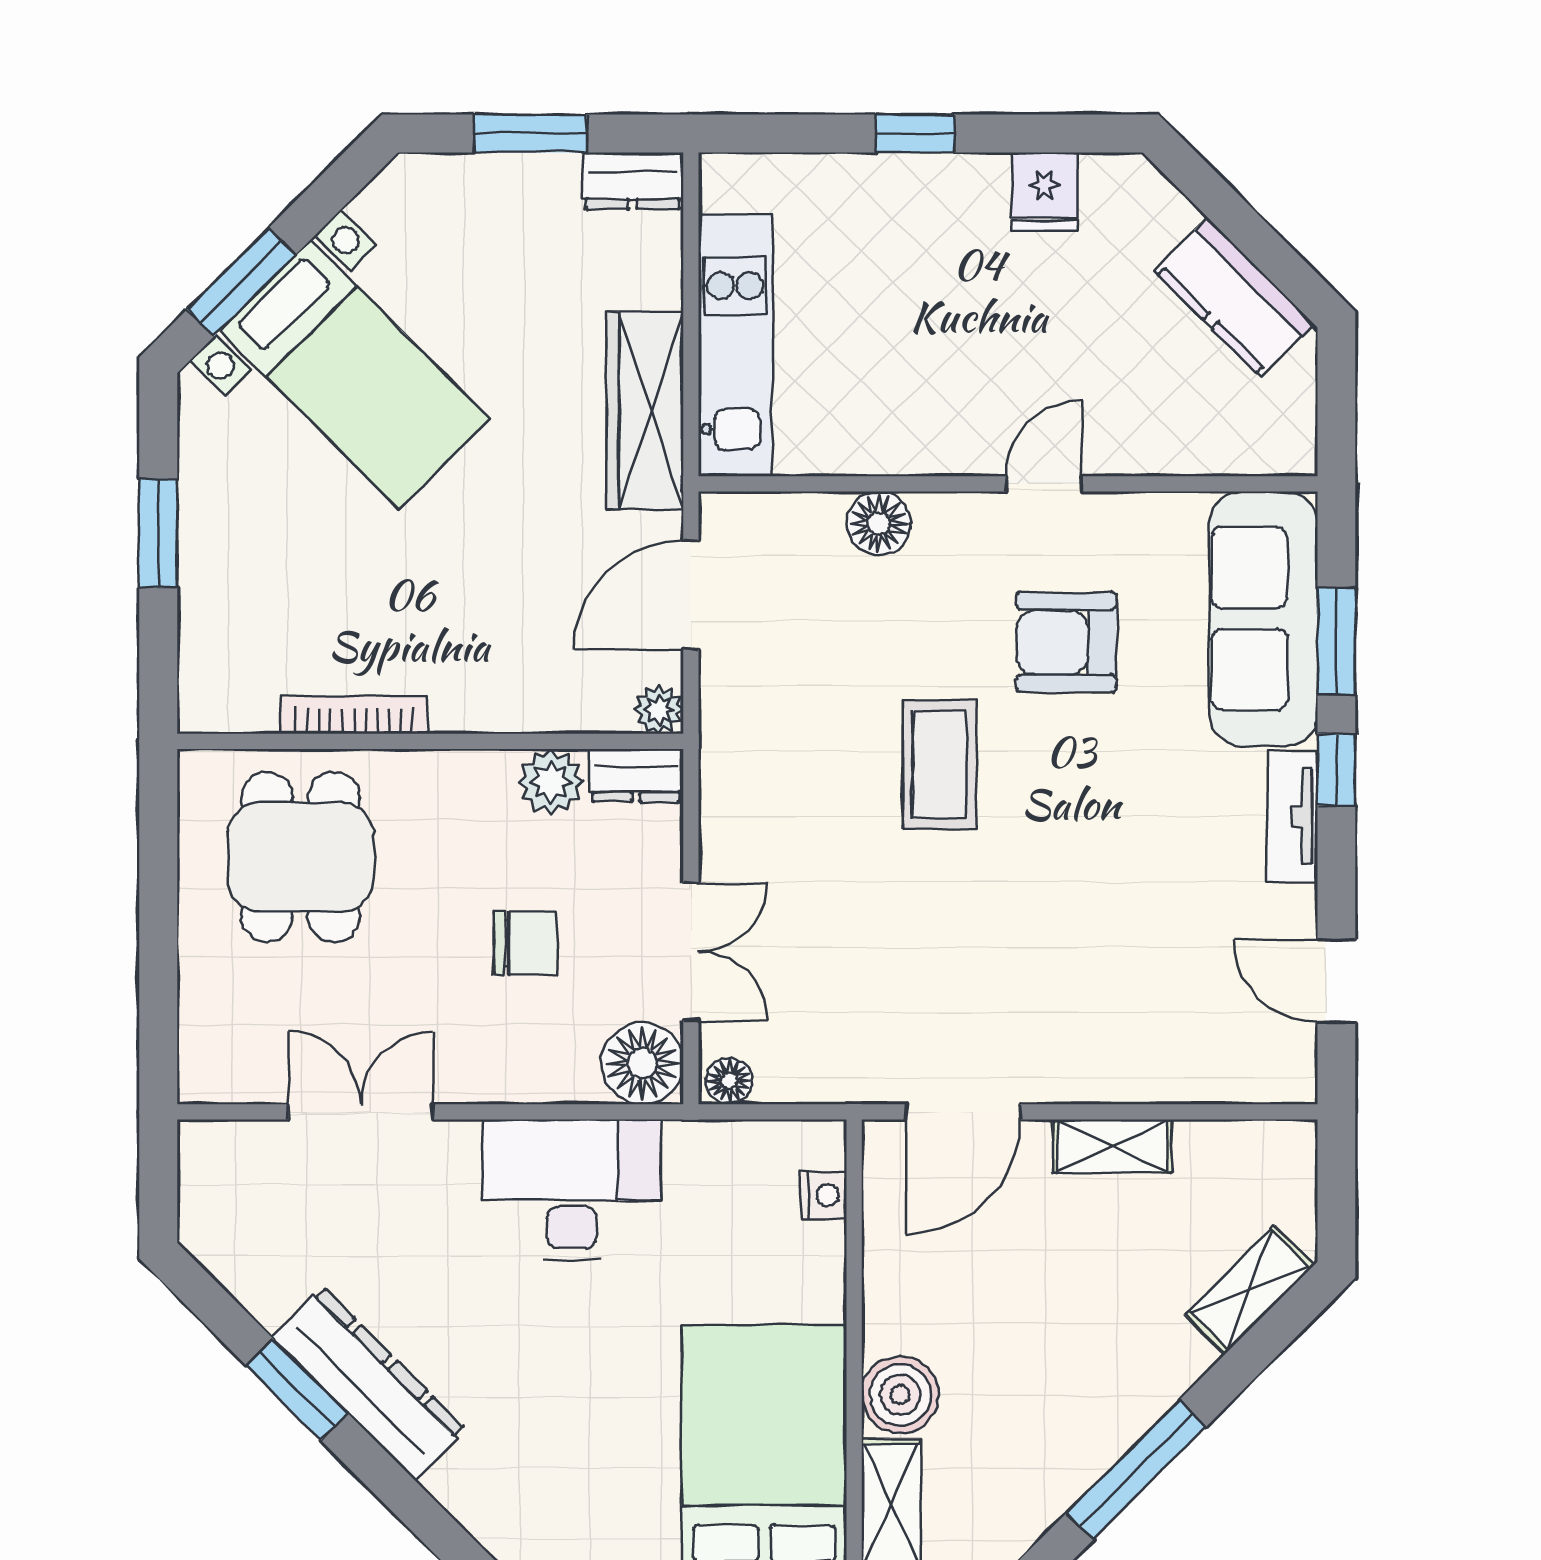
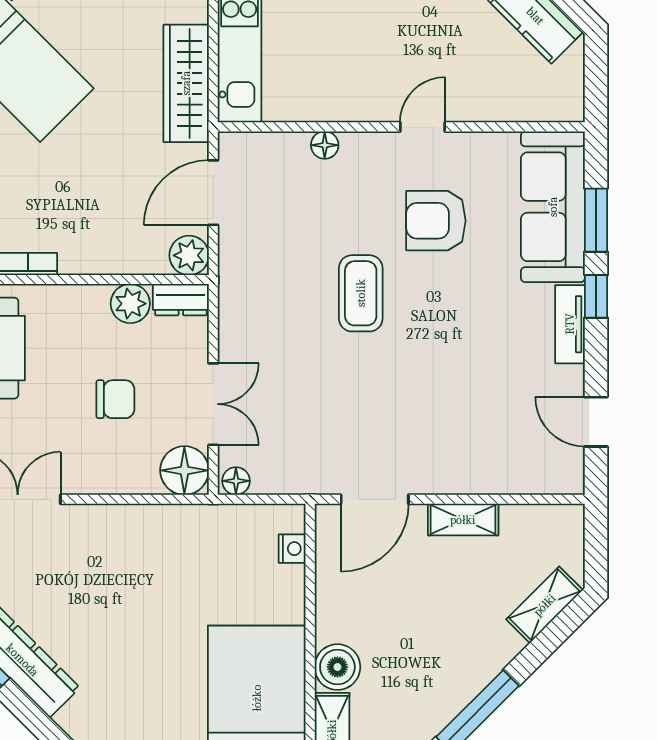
floor lamp: (879, 523) -> (325, 145), width x0.73, depth x0.73
plant: (659, 710) -> (189, 255), width x1.38, depth x1.38
desk: (572, 1189) -> (143, 545), removed

